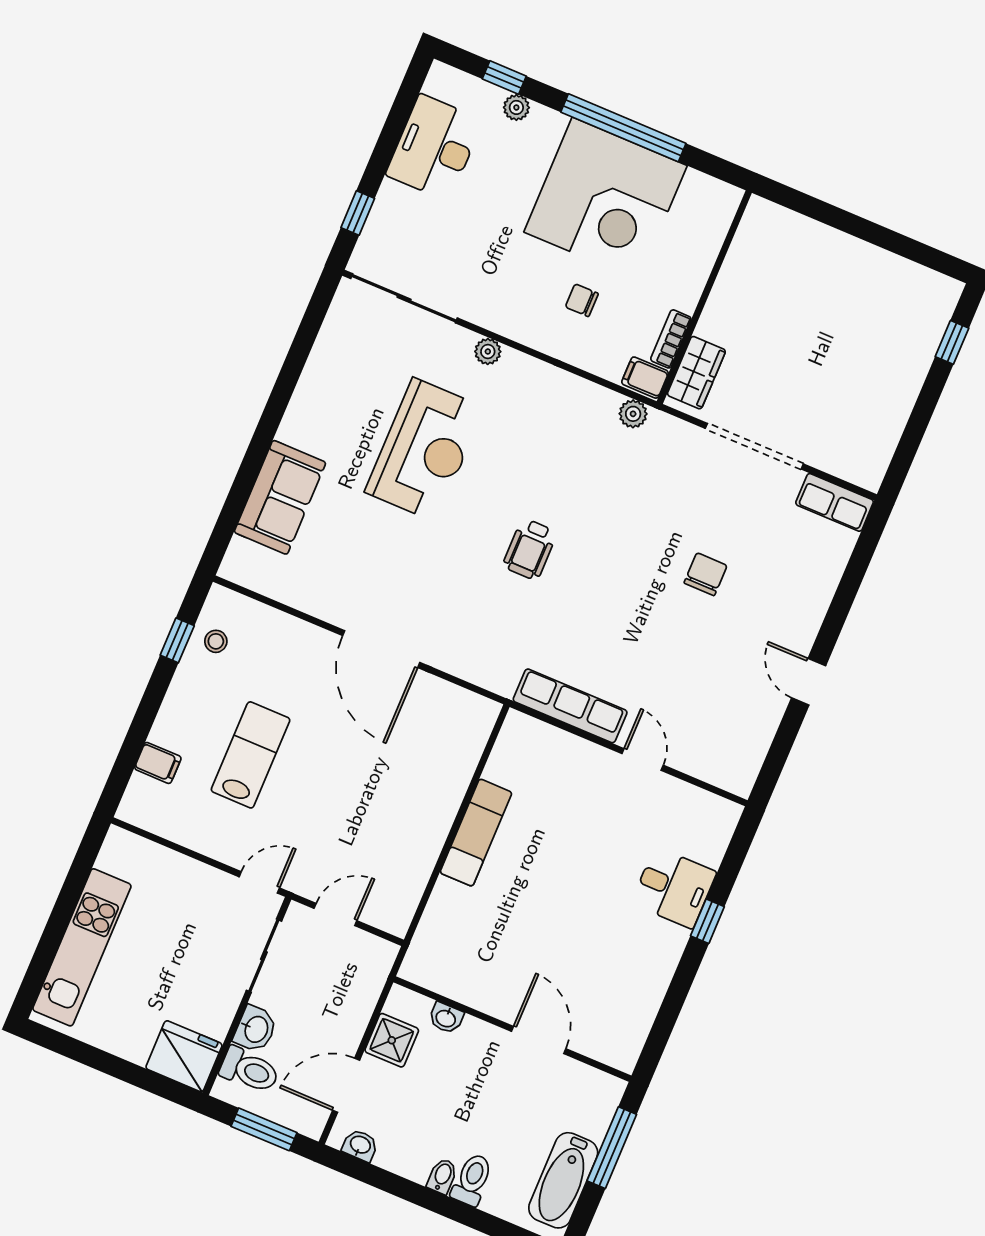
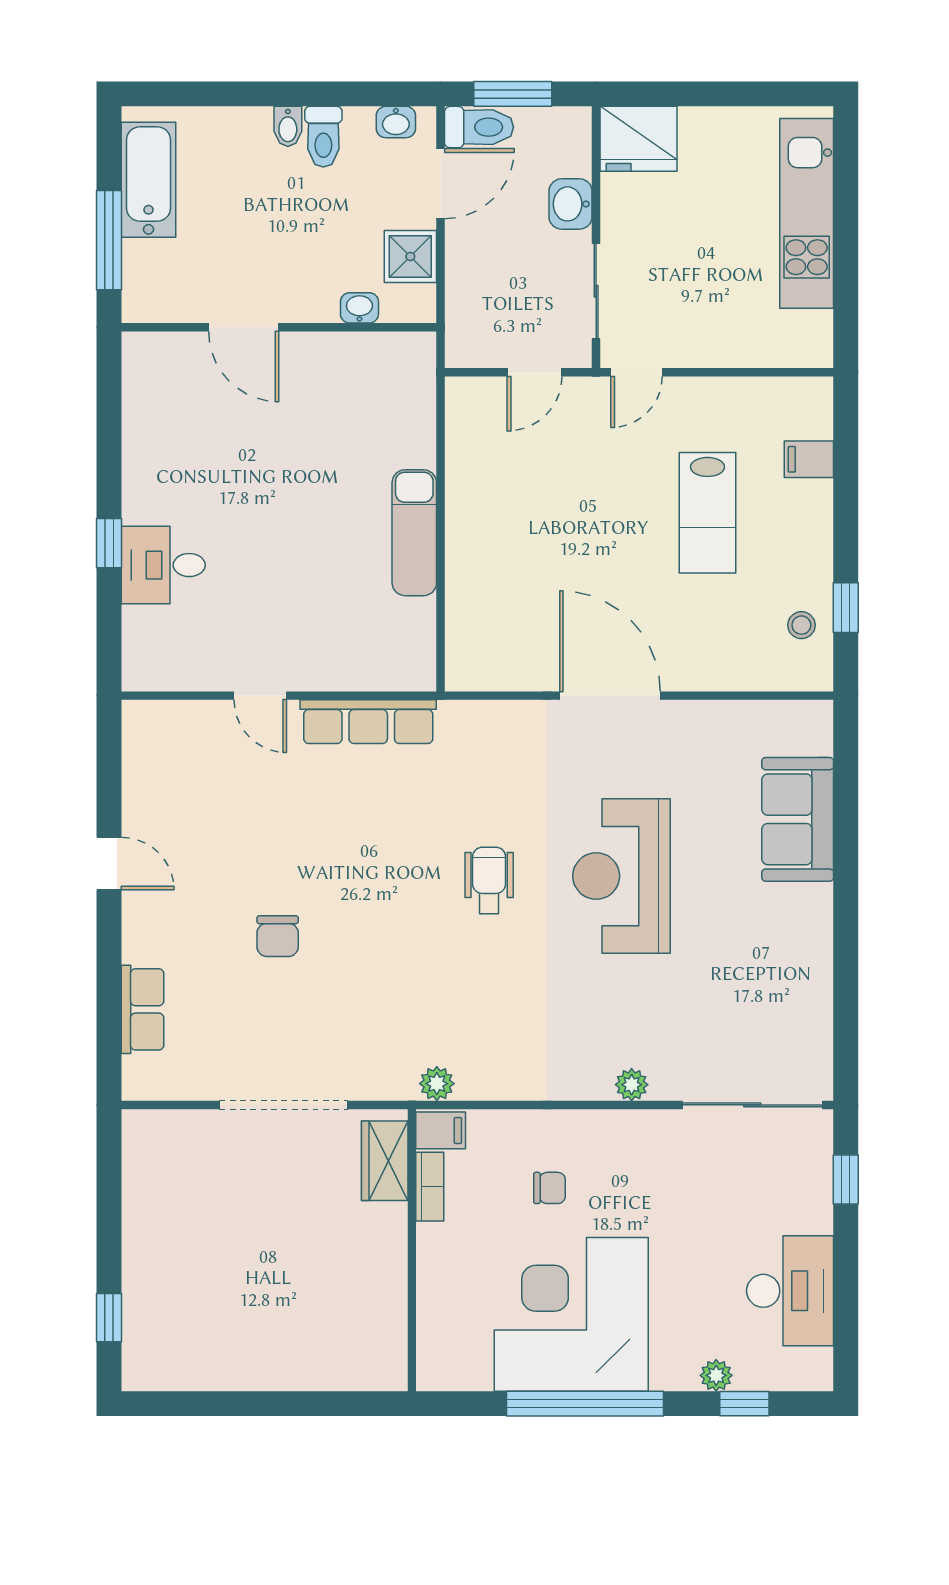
reception desk: (425, 450) -> (621, 876), moved
row of seats: (835, 502) -> (142, 1009), moved, turned 90
toilet: (249, 1070) -> (479, 127), moved, turned 180
toilet: (472, 1180) -> (323, 137), moved

